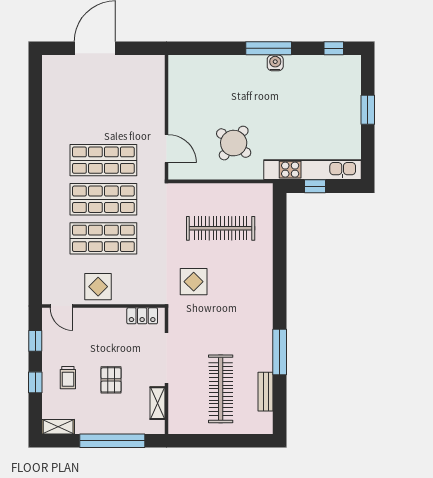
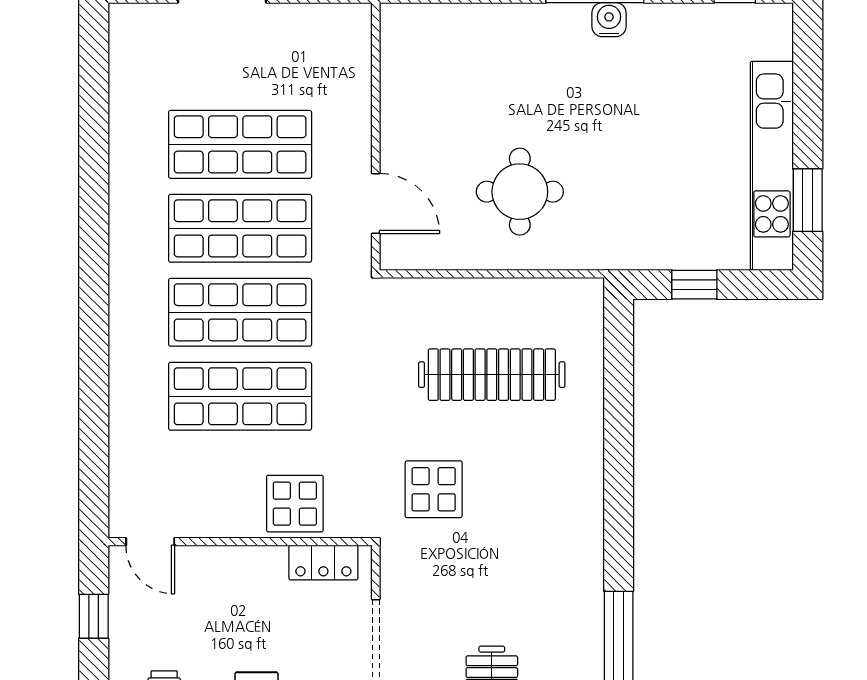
window: (368, 110) -> (808, 200), moved
shop shelf: (103, 121) -> (240, 144), added
round table: (234, 143) -> (520, 192), turned -38
kitchen unit: (312, 170) -> (772, 166), moved, turned -90
display table: (98, 287) -> (295, 504), moved

